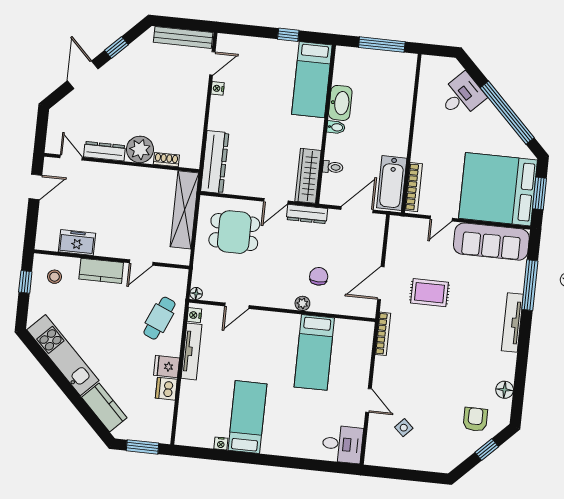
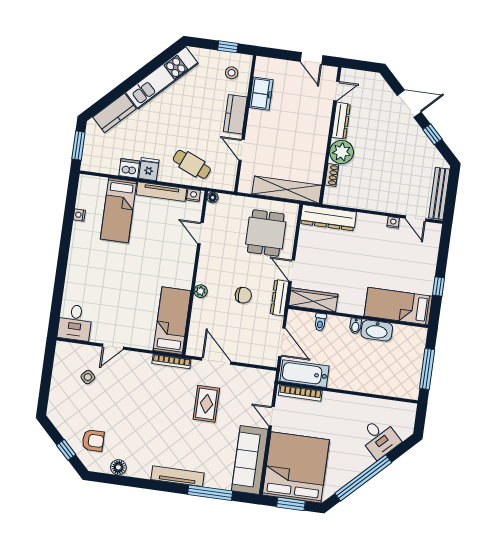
chair: (319, 276) -> (243, 295), moved
bed: (314, 352) -> (172, 321), moved, turned 90
bed: (247, 417) -> (118, 210), moved, turned 90

